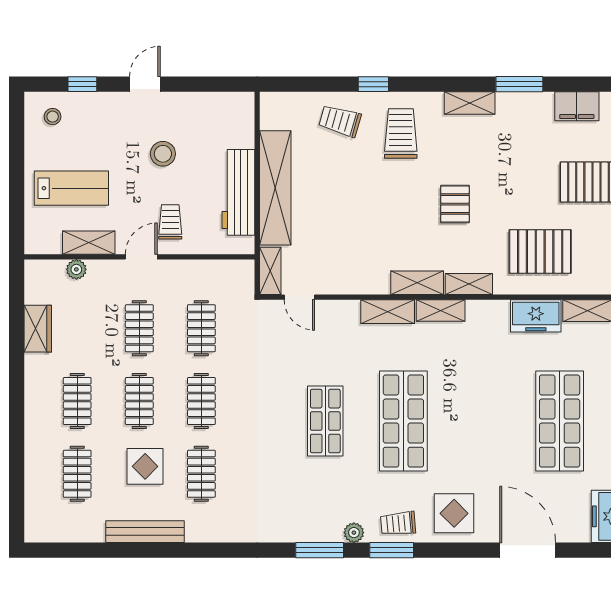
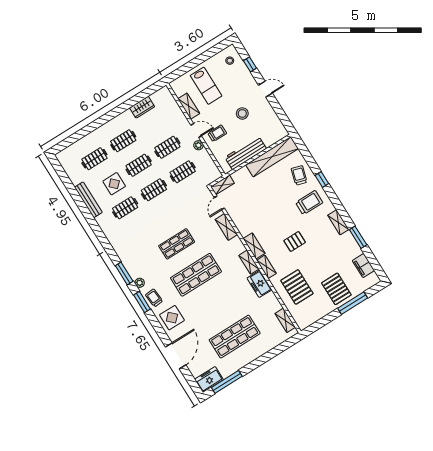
shelving: (275, 188) -> (272, 157), moved
plant: (76, 269) -> (198, 145), moved
shelving: (388, 312) -> (226, 227), moved
freezer: (536, 316) -> (260, 284), moved

